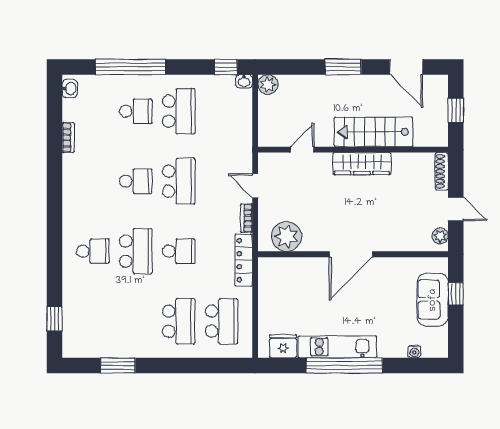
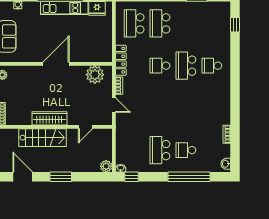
school desk: (136, 181) -> (186, 108), removed
school desk: (179, 181) -> (160, 108), removed

